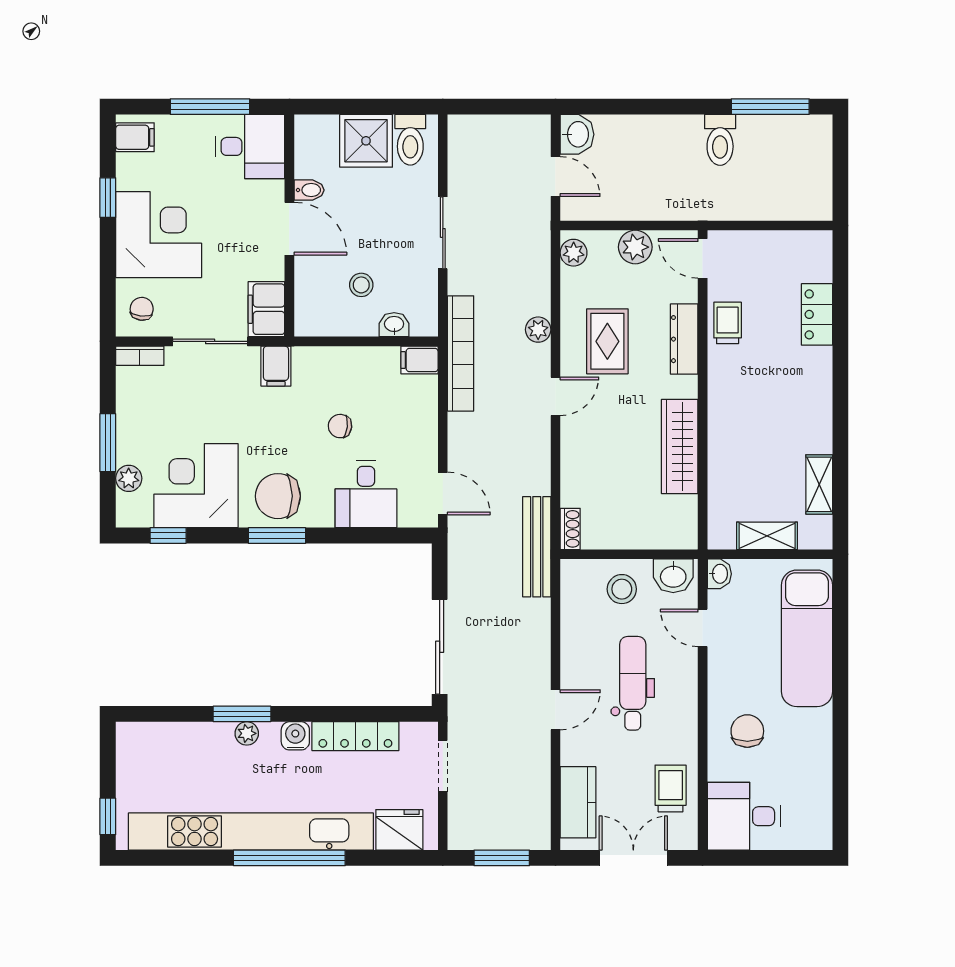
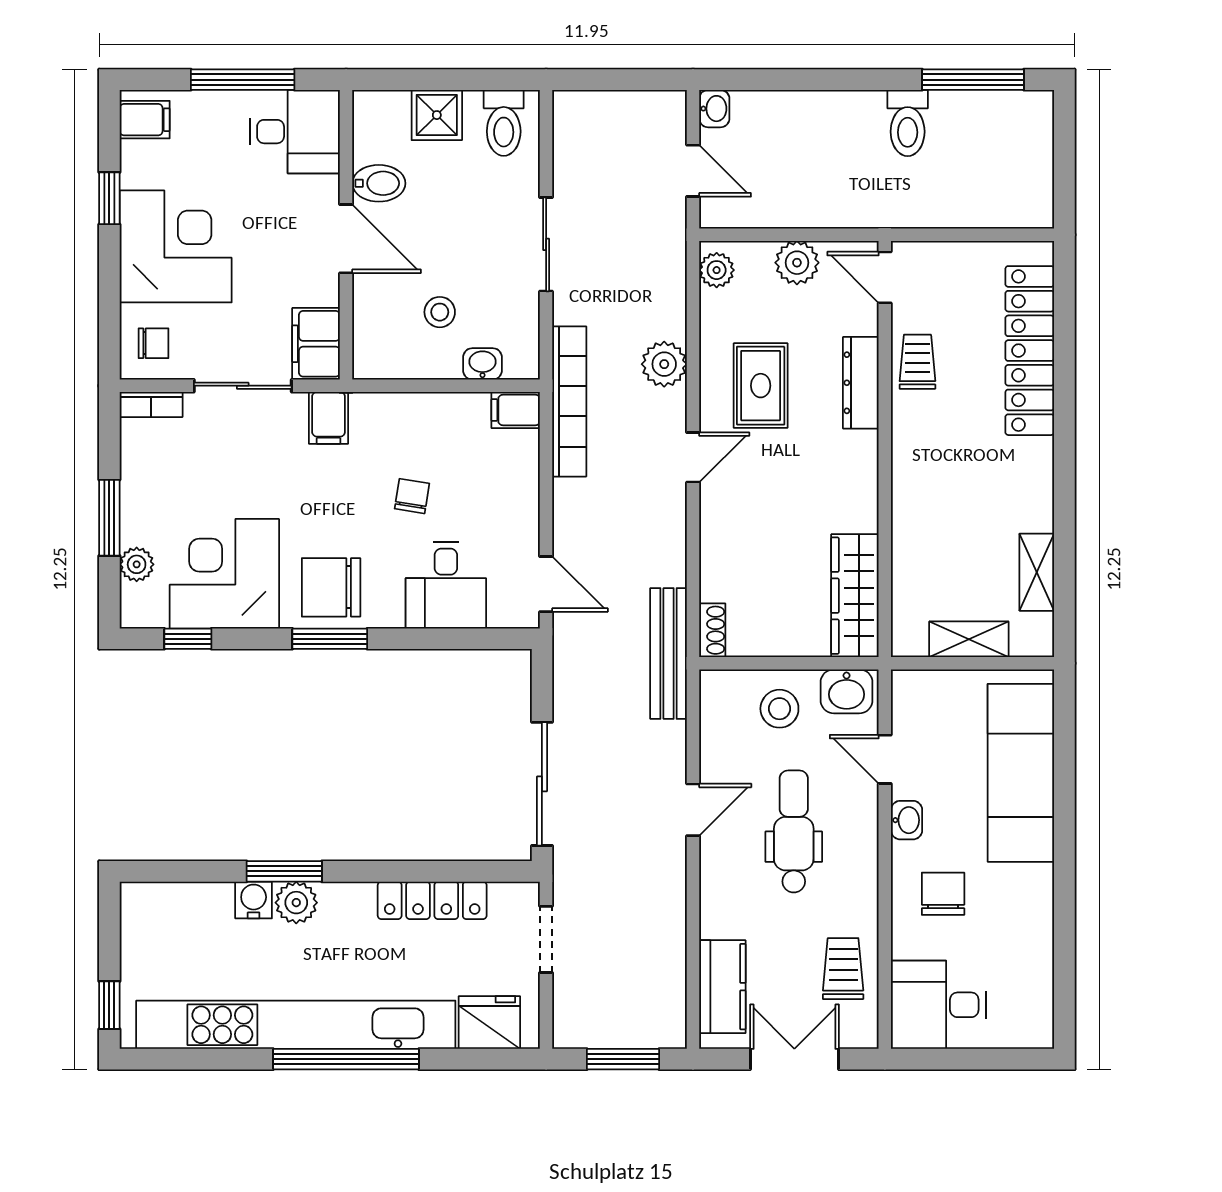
washbasin: (577, 134) -> (714, 109), width x0.72, depth x0.69
shower: (366, 141) -> (437, 115), width x0.73, depth x0.73
bidet: (309, 190) -> (379, 183), width x1.38, depth x1.36
chair: (142, 309) -> (154, 343), turned 83
locker: (817, 314) -> (1030, 351), width x2.16, depth x1.21
plant: (538, 330) -> (664, 364), width x1.38, depth x1.38
chair: (340, 426) -> (412, 496), turned 92
wardrobe: (680, 446) -> (855, 596), moved
washbasin: (719, 574) -> (907, 820), moved
door: (555, 710) -> (693, 810), moved
plant: (247, 733) -> (296, 903), width x1.38, depth x1.38
water cooler: (295, 736) -> (254, 900), moved

